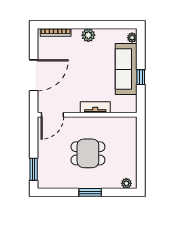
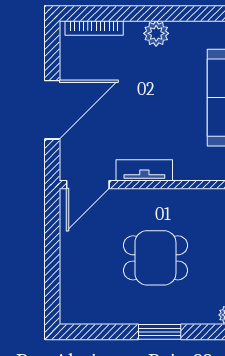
tv unit: (95, 107) -> (144, 170), moved
window: (34, 169) -> (52, 288), removed

